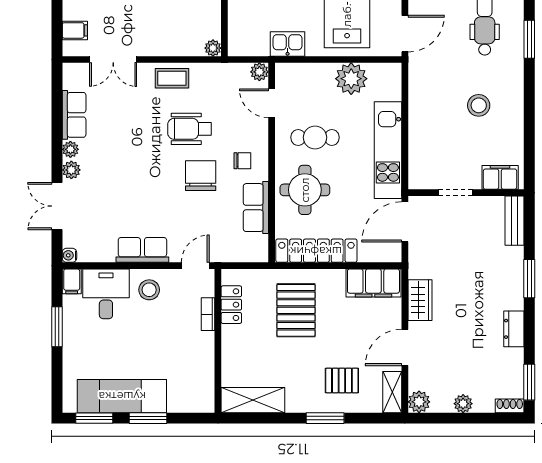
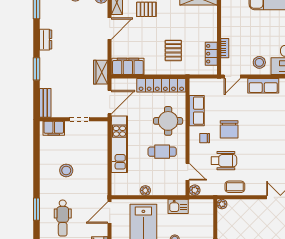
coffee table: (172, 78) -> (235, 187), moved
plant: (351, 79) -> (145, 190), width x0.53, depth x0.53
wheelchair: (190, 129) -> (224, 161), moved
wardrobe: (420, 300) -> (101, 72), moved
pallet: (296, 310) -> (173, 50), width x0.67, depth x0.71

